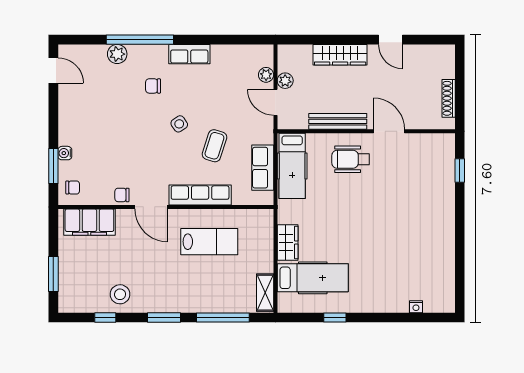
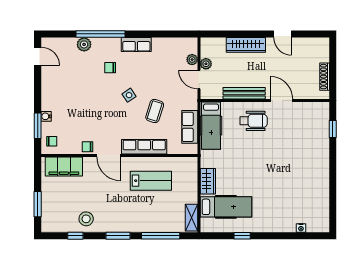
wheelchair: (351, 159) -> (253, 121), turned 180

